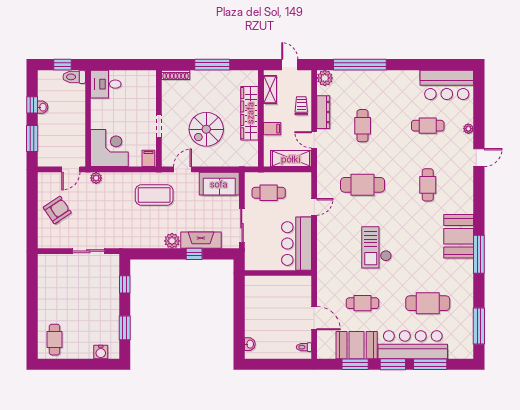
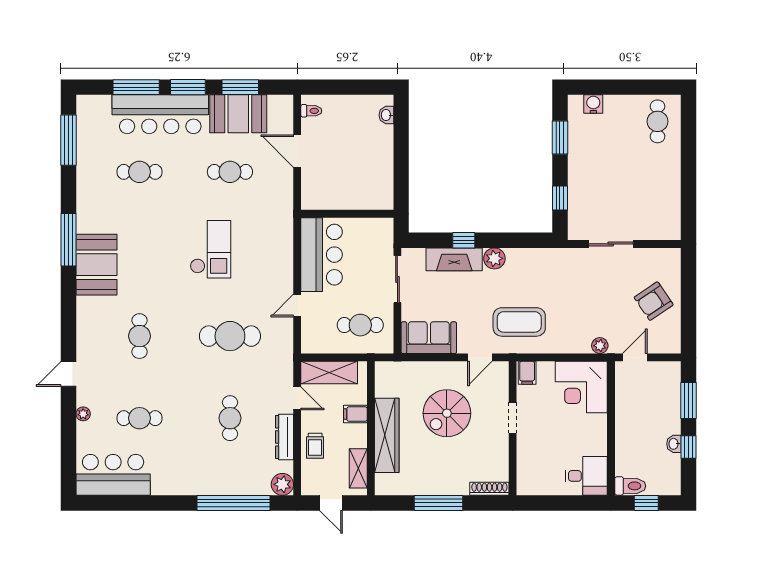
spiral stairs: (206, 129) -> (447, 413), turned 180
cafe table: (428, 303) -> (139, 172), width x0.73, depth x0.74

